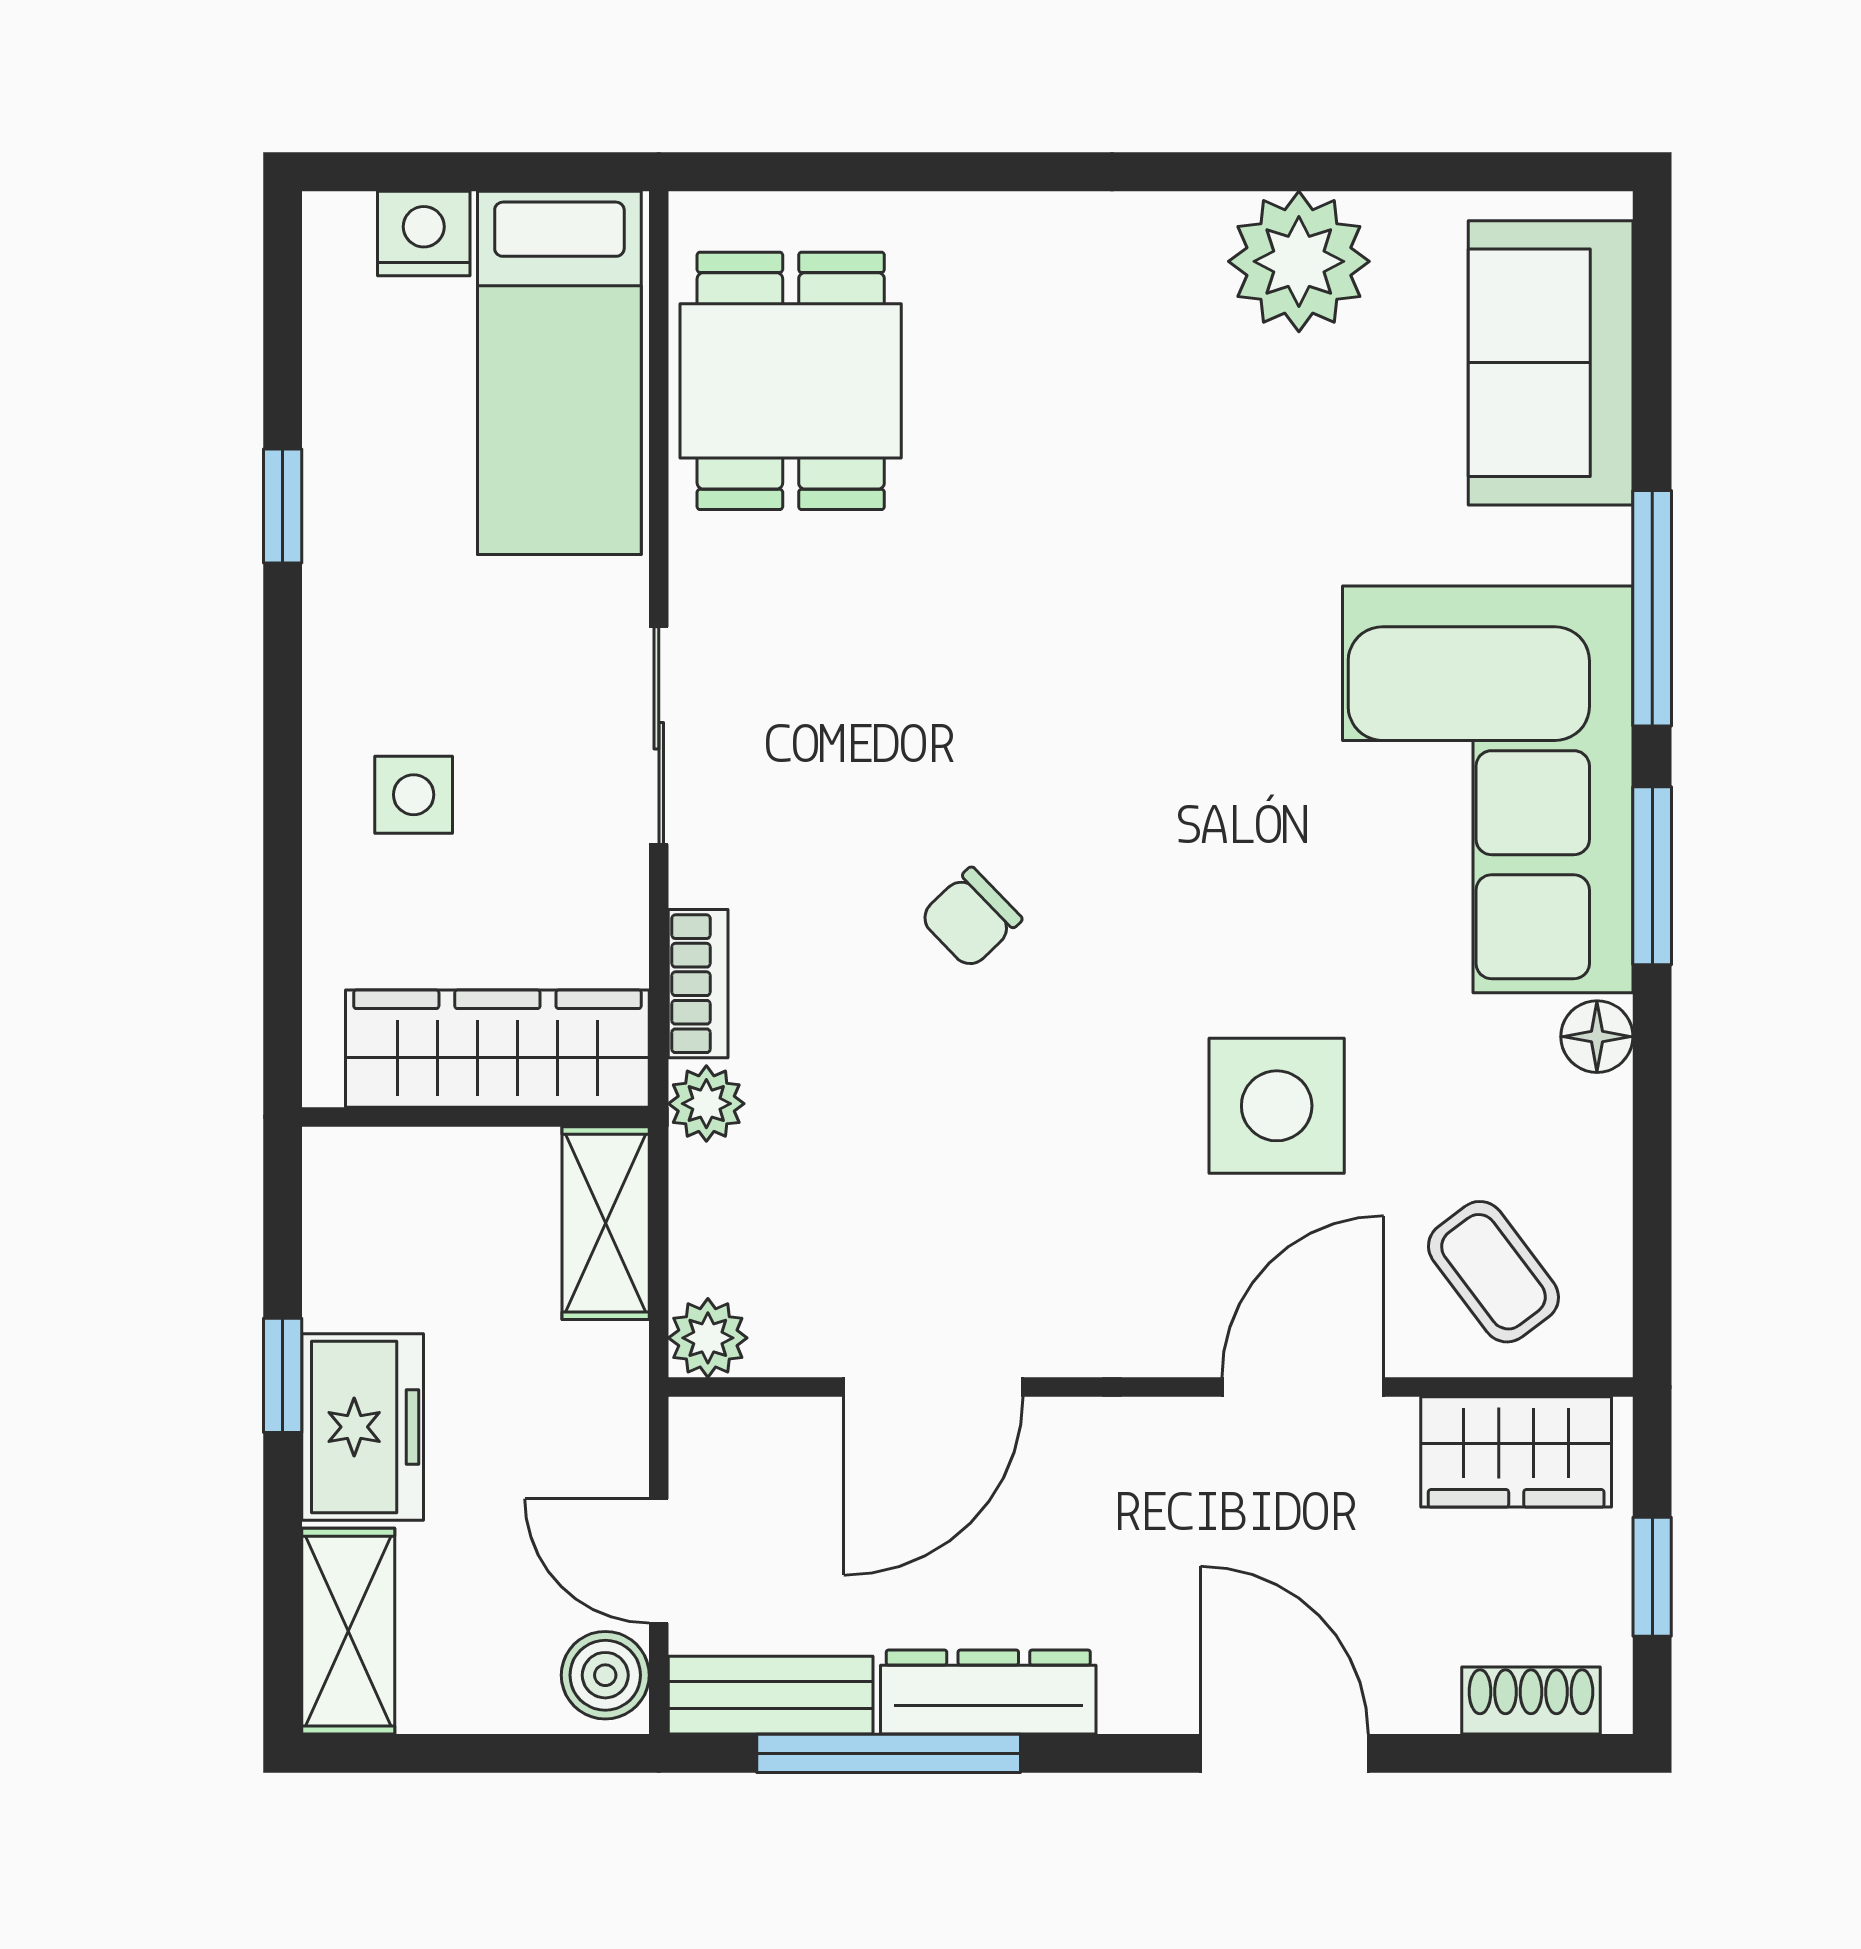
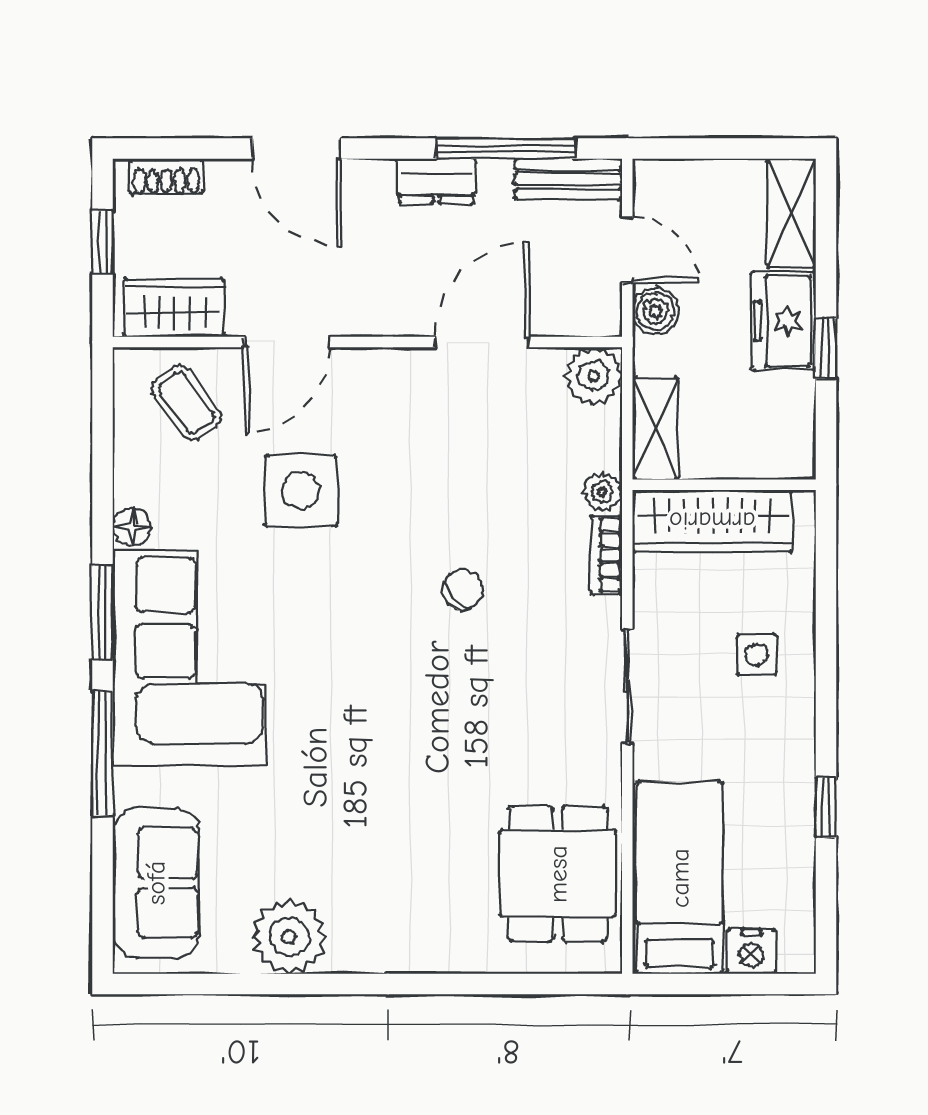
plant: (708, 1338) -> (594, 376), width x1.38, depth x1.38
boiler: (605, 1675) -> (656, 311), moved
dresser: (988, 1692) -> (436, 181), width x0.70

